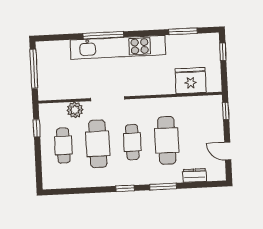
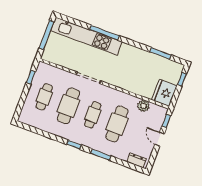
kitchen unit: (118, 47) -> (86, 36), moved
fridge: (191, 81) -> (164, 93), moved, turned -90
plant: (75, 110) -> (143, 106), moved
door: (228, 151) -> (160, 139), moved
dresser: (195, 175) -> (137, 160), moved

